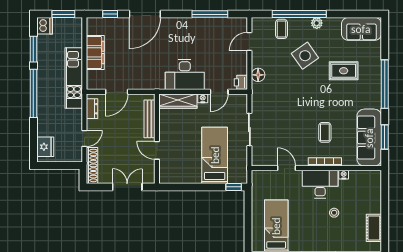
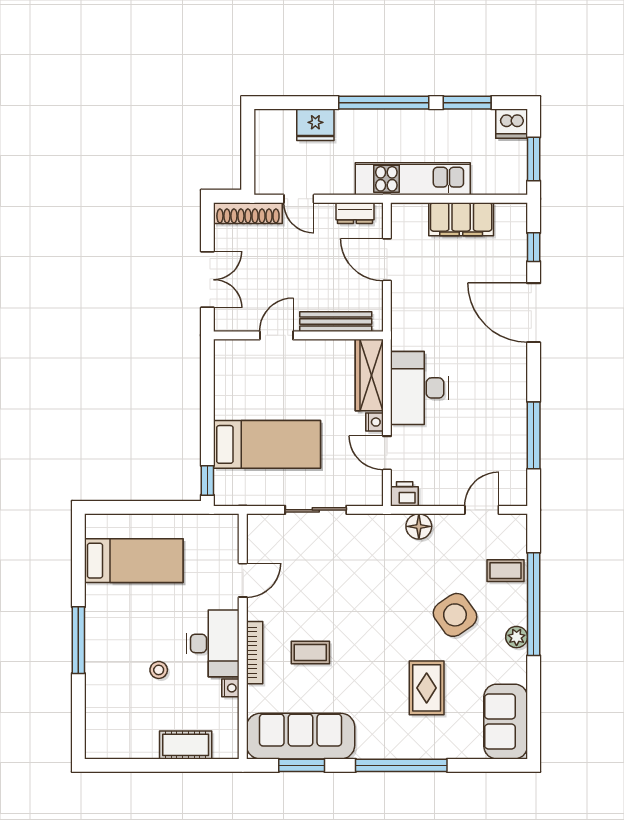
door: (249, 42) -> (482, 510), hinge flipped
fridge: (45, 147) -> (315, 125), moved
cot: (374, 228) -> (186, 745), moved

